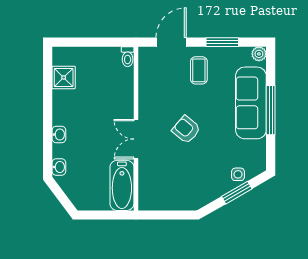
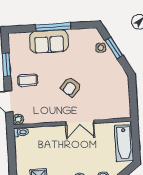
plant: (259, 54) -> (18, 119), moved
sofa: (251, 103) -> (49, 42), width x0.73
bathtub: (122, 185) -> (124, 143), moved, turned 90

